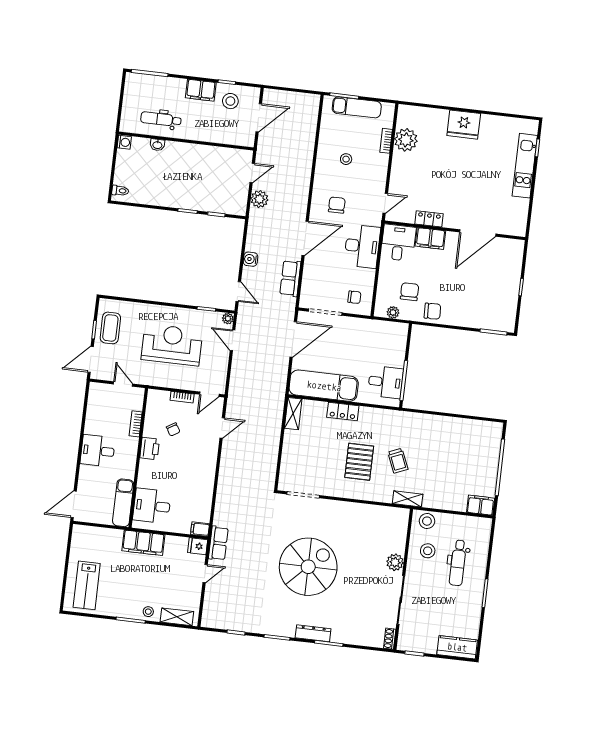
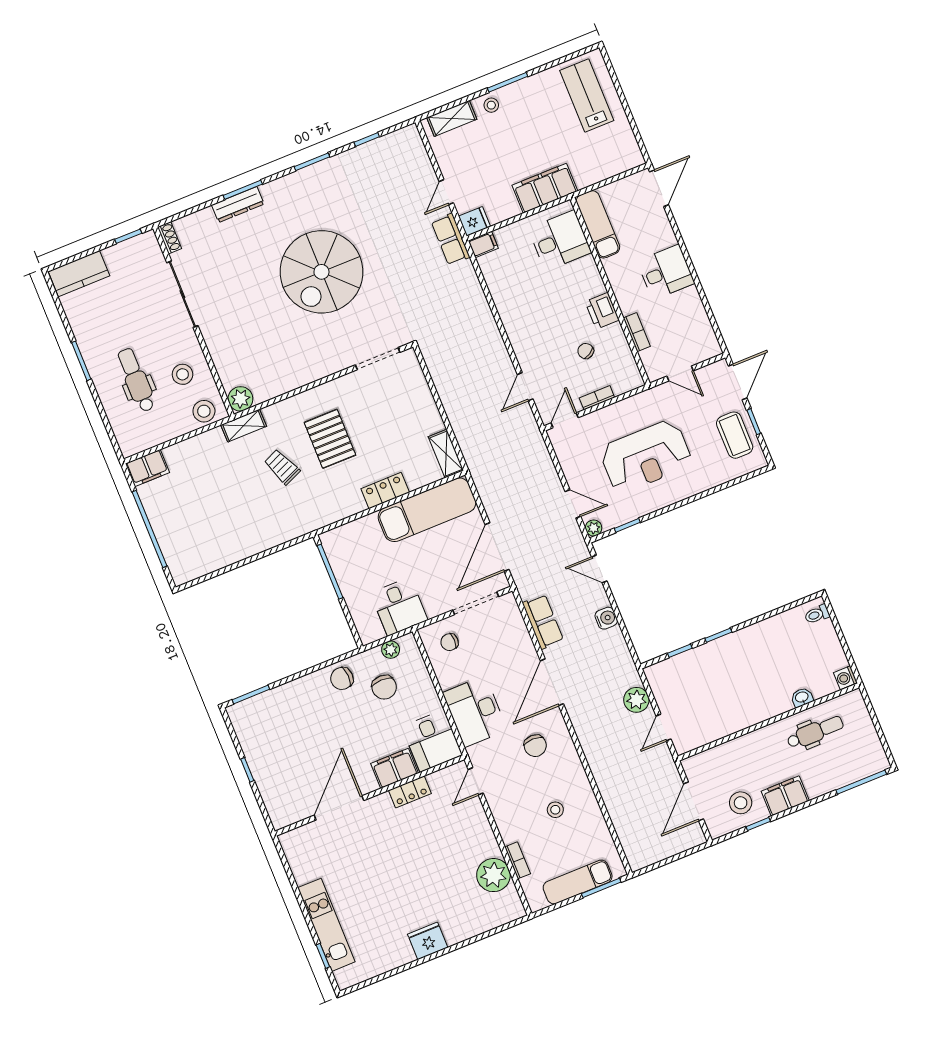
fridge: (464, 125) -> (428, 941), width x0.73, depth x0.75
desk: (386, 382) -> (399, 607), moved, turned -90
plant: (395, 562) -> (240, 399), moved
dresser: (313, 633) -> (238, 205), moved

